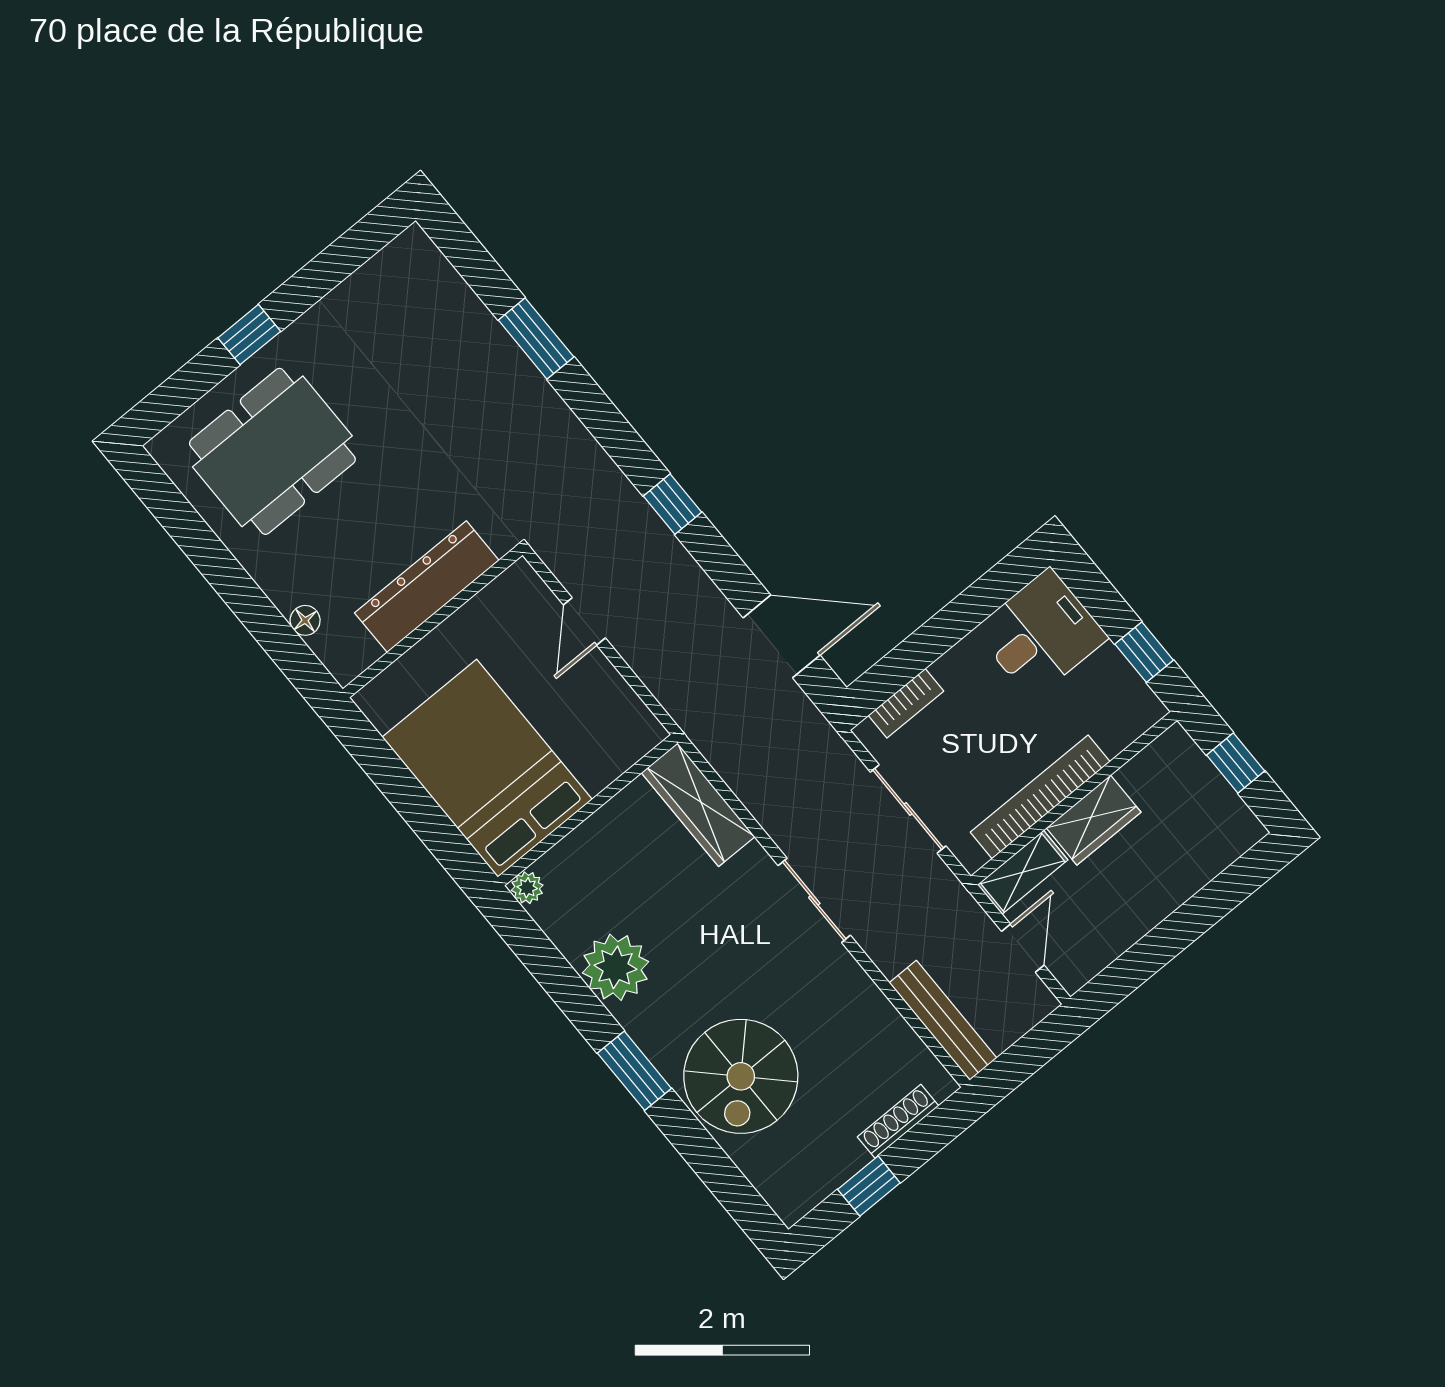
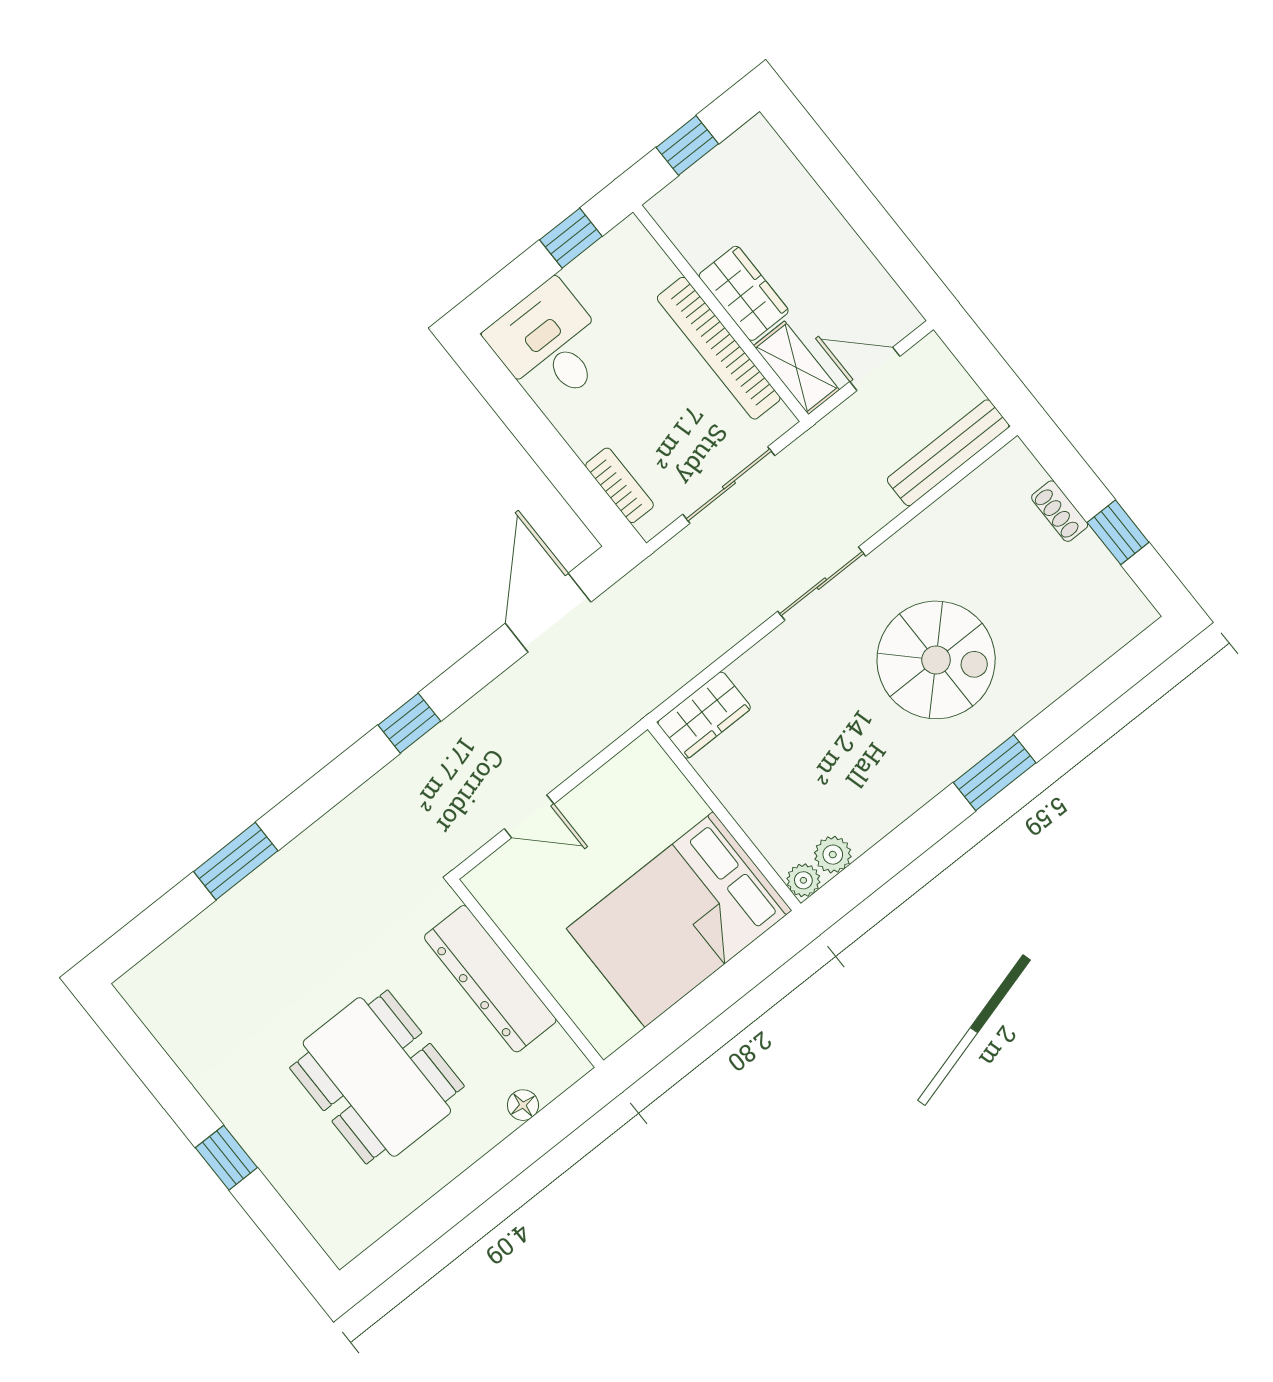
dining table: (272, 451) -> (377, 1077), moved
wardrobe: (698, 805) -> (704, 715), width x0.67
plant: (616, 967) -> (833, 855), moved, width x0.53, depth x0.53
spiral stairs: (741, 1076) -> (936, 660), moved
shoe rack: (898, 1121) -> (1060, 511), width x0.70

